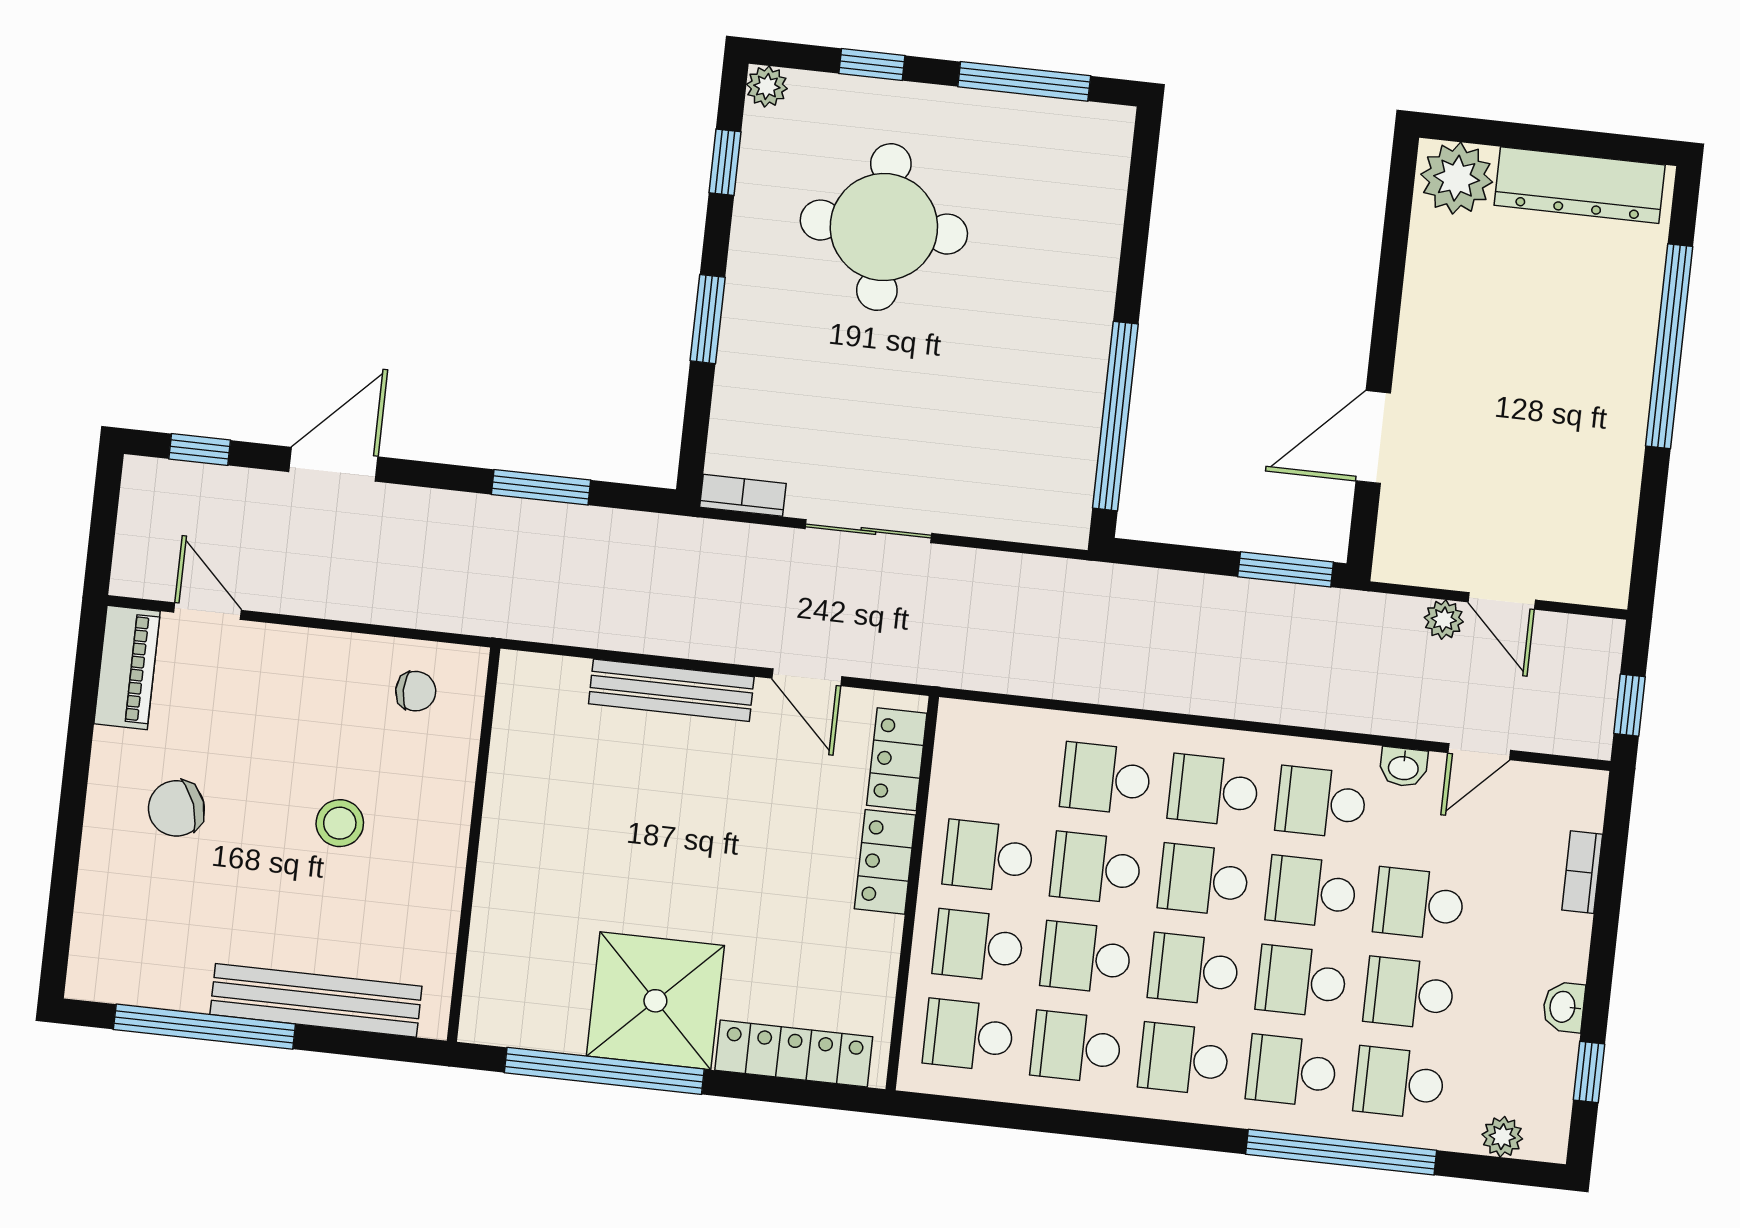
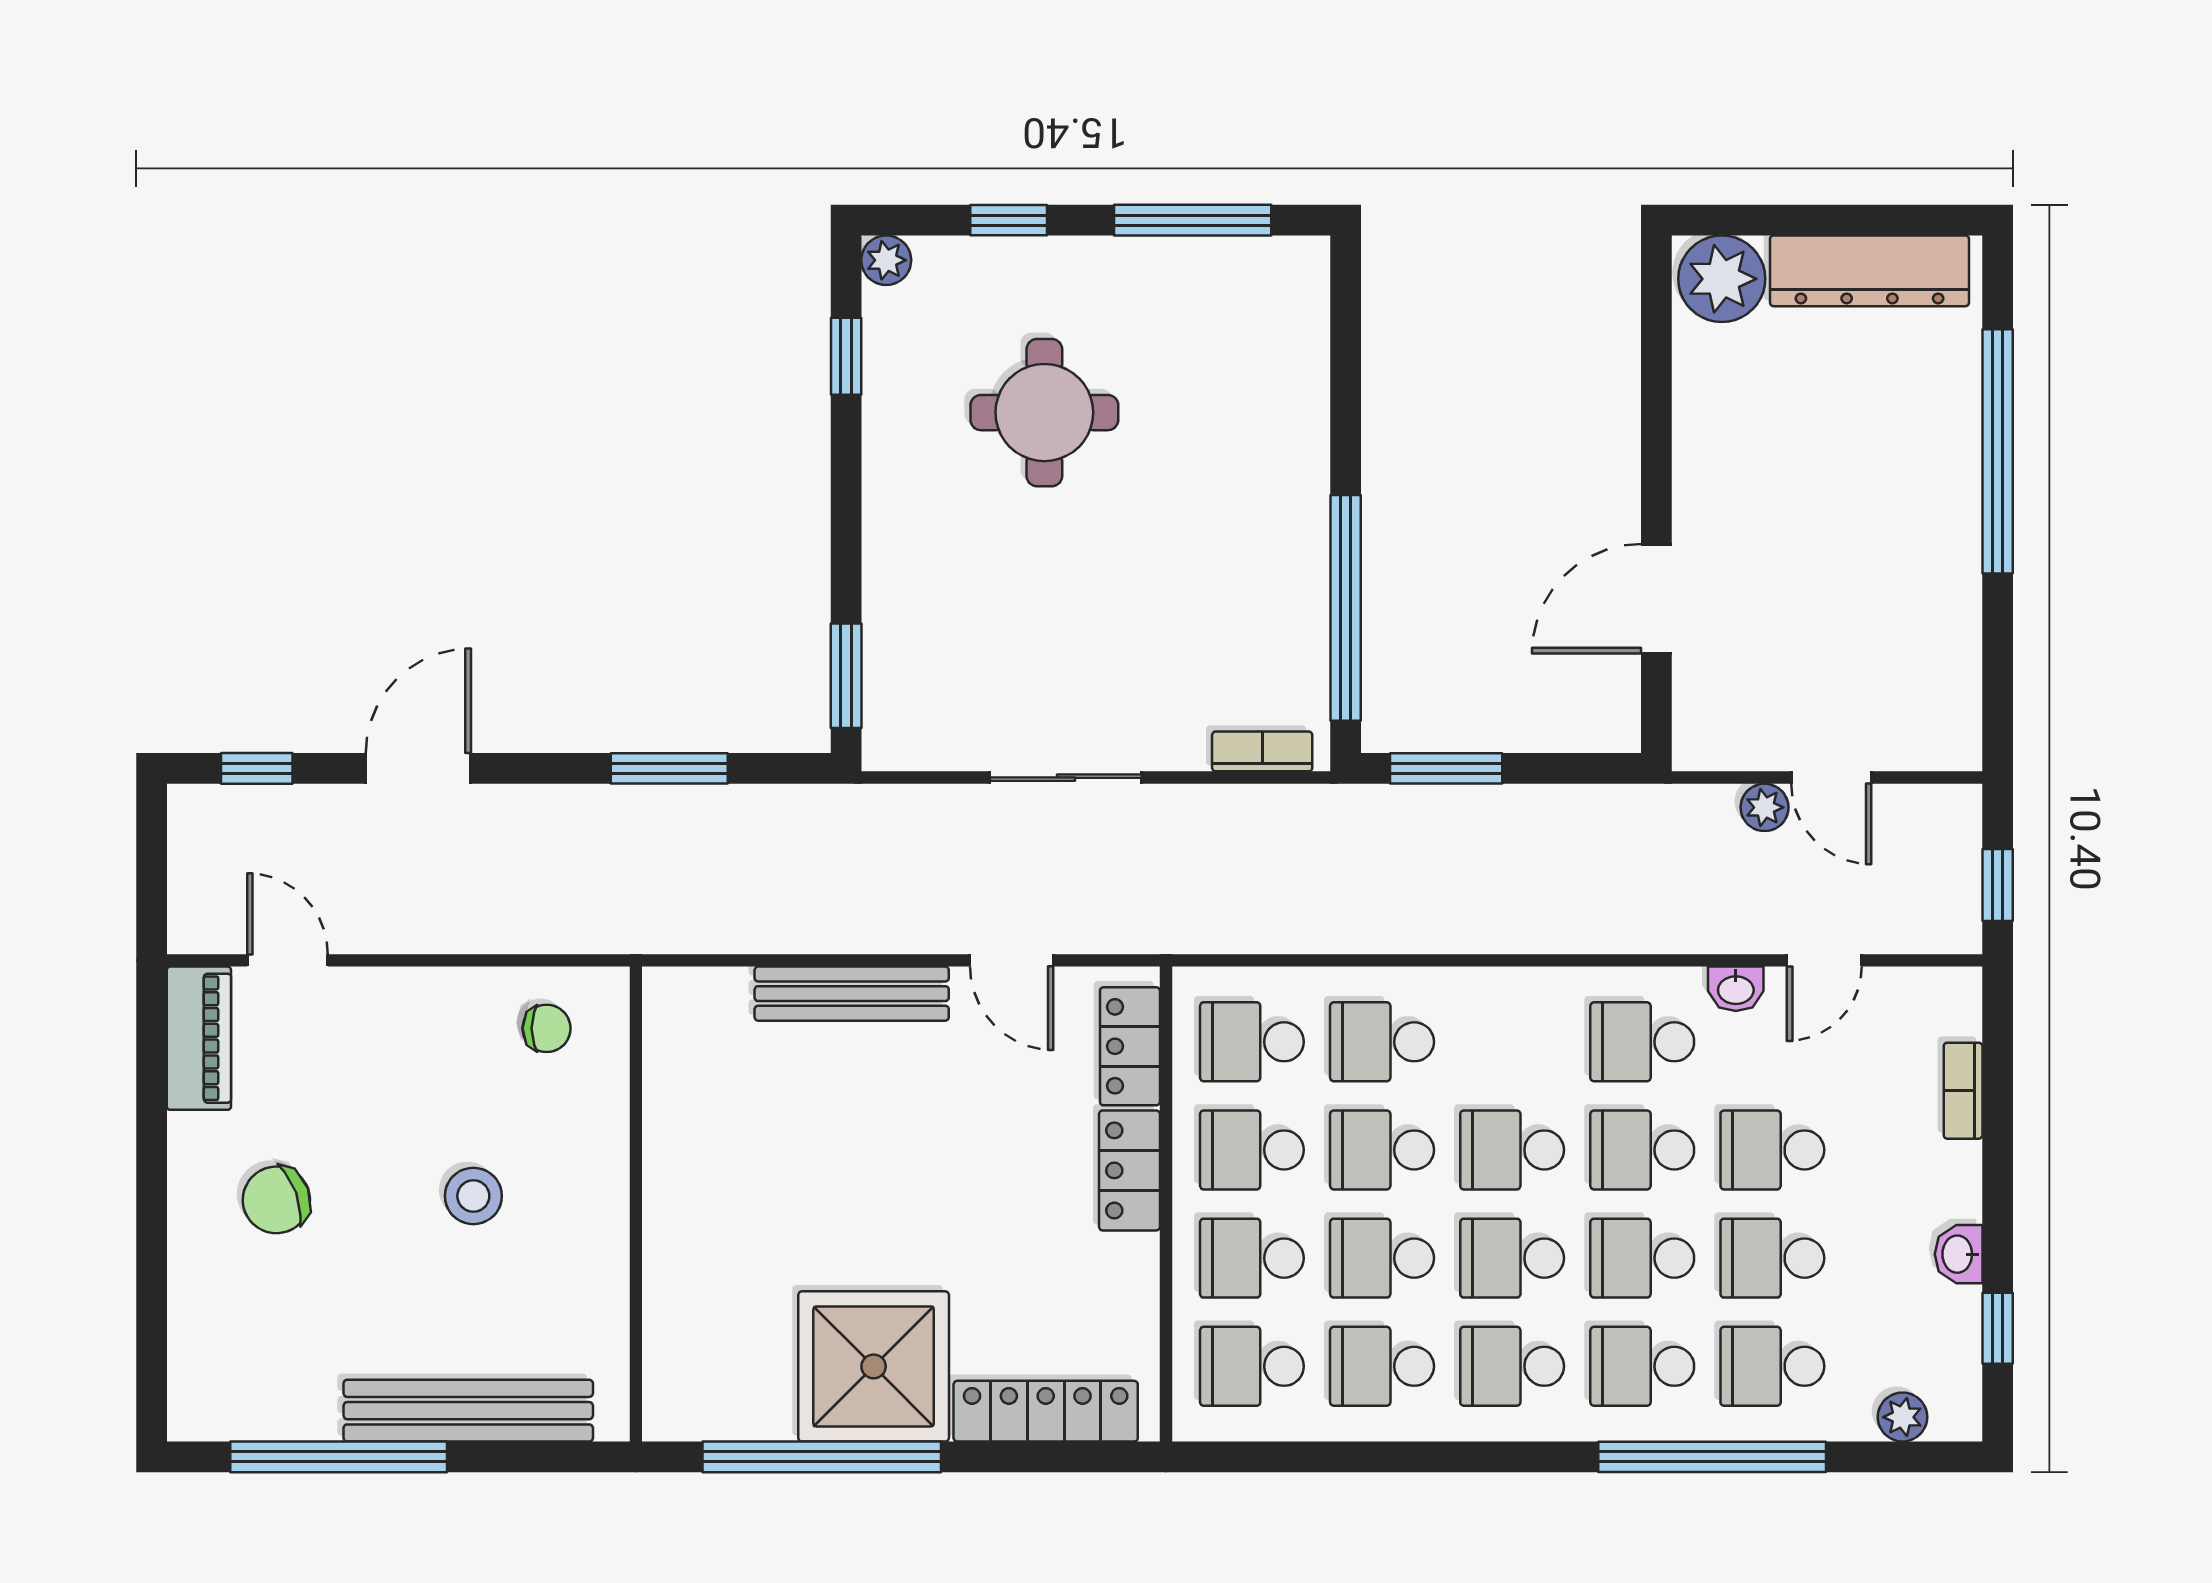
round table: (884, 227) -> (1044, 413), width x0.73, depth x0.73
window: (708, 319) -> (846, 676), moved
bookcase: (743, 495) -> (1262, 751), moved
window: (1286, 569) -> (1446, 768), moved
school desk: (1213, 790) -> (1252, 1042), moved

